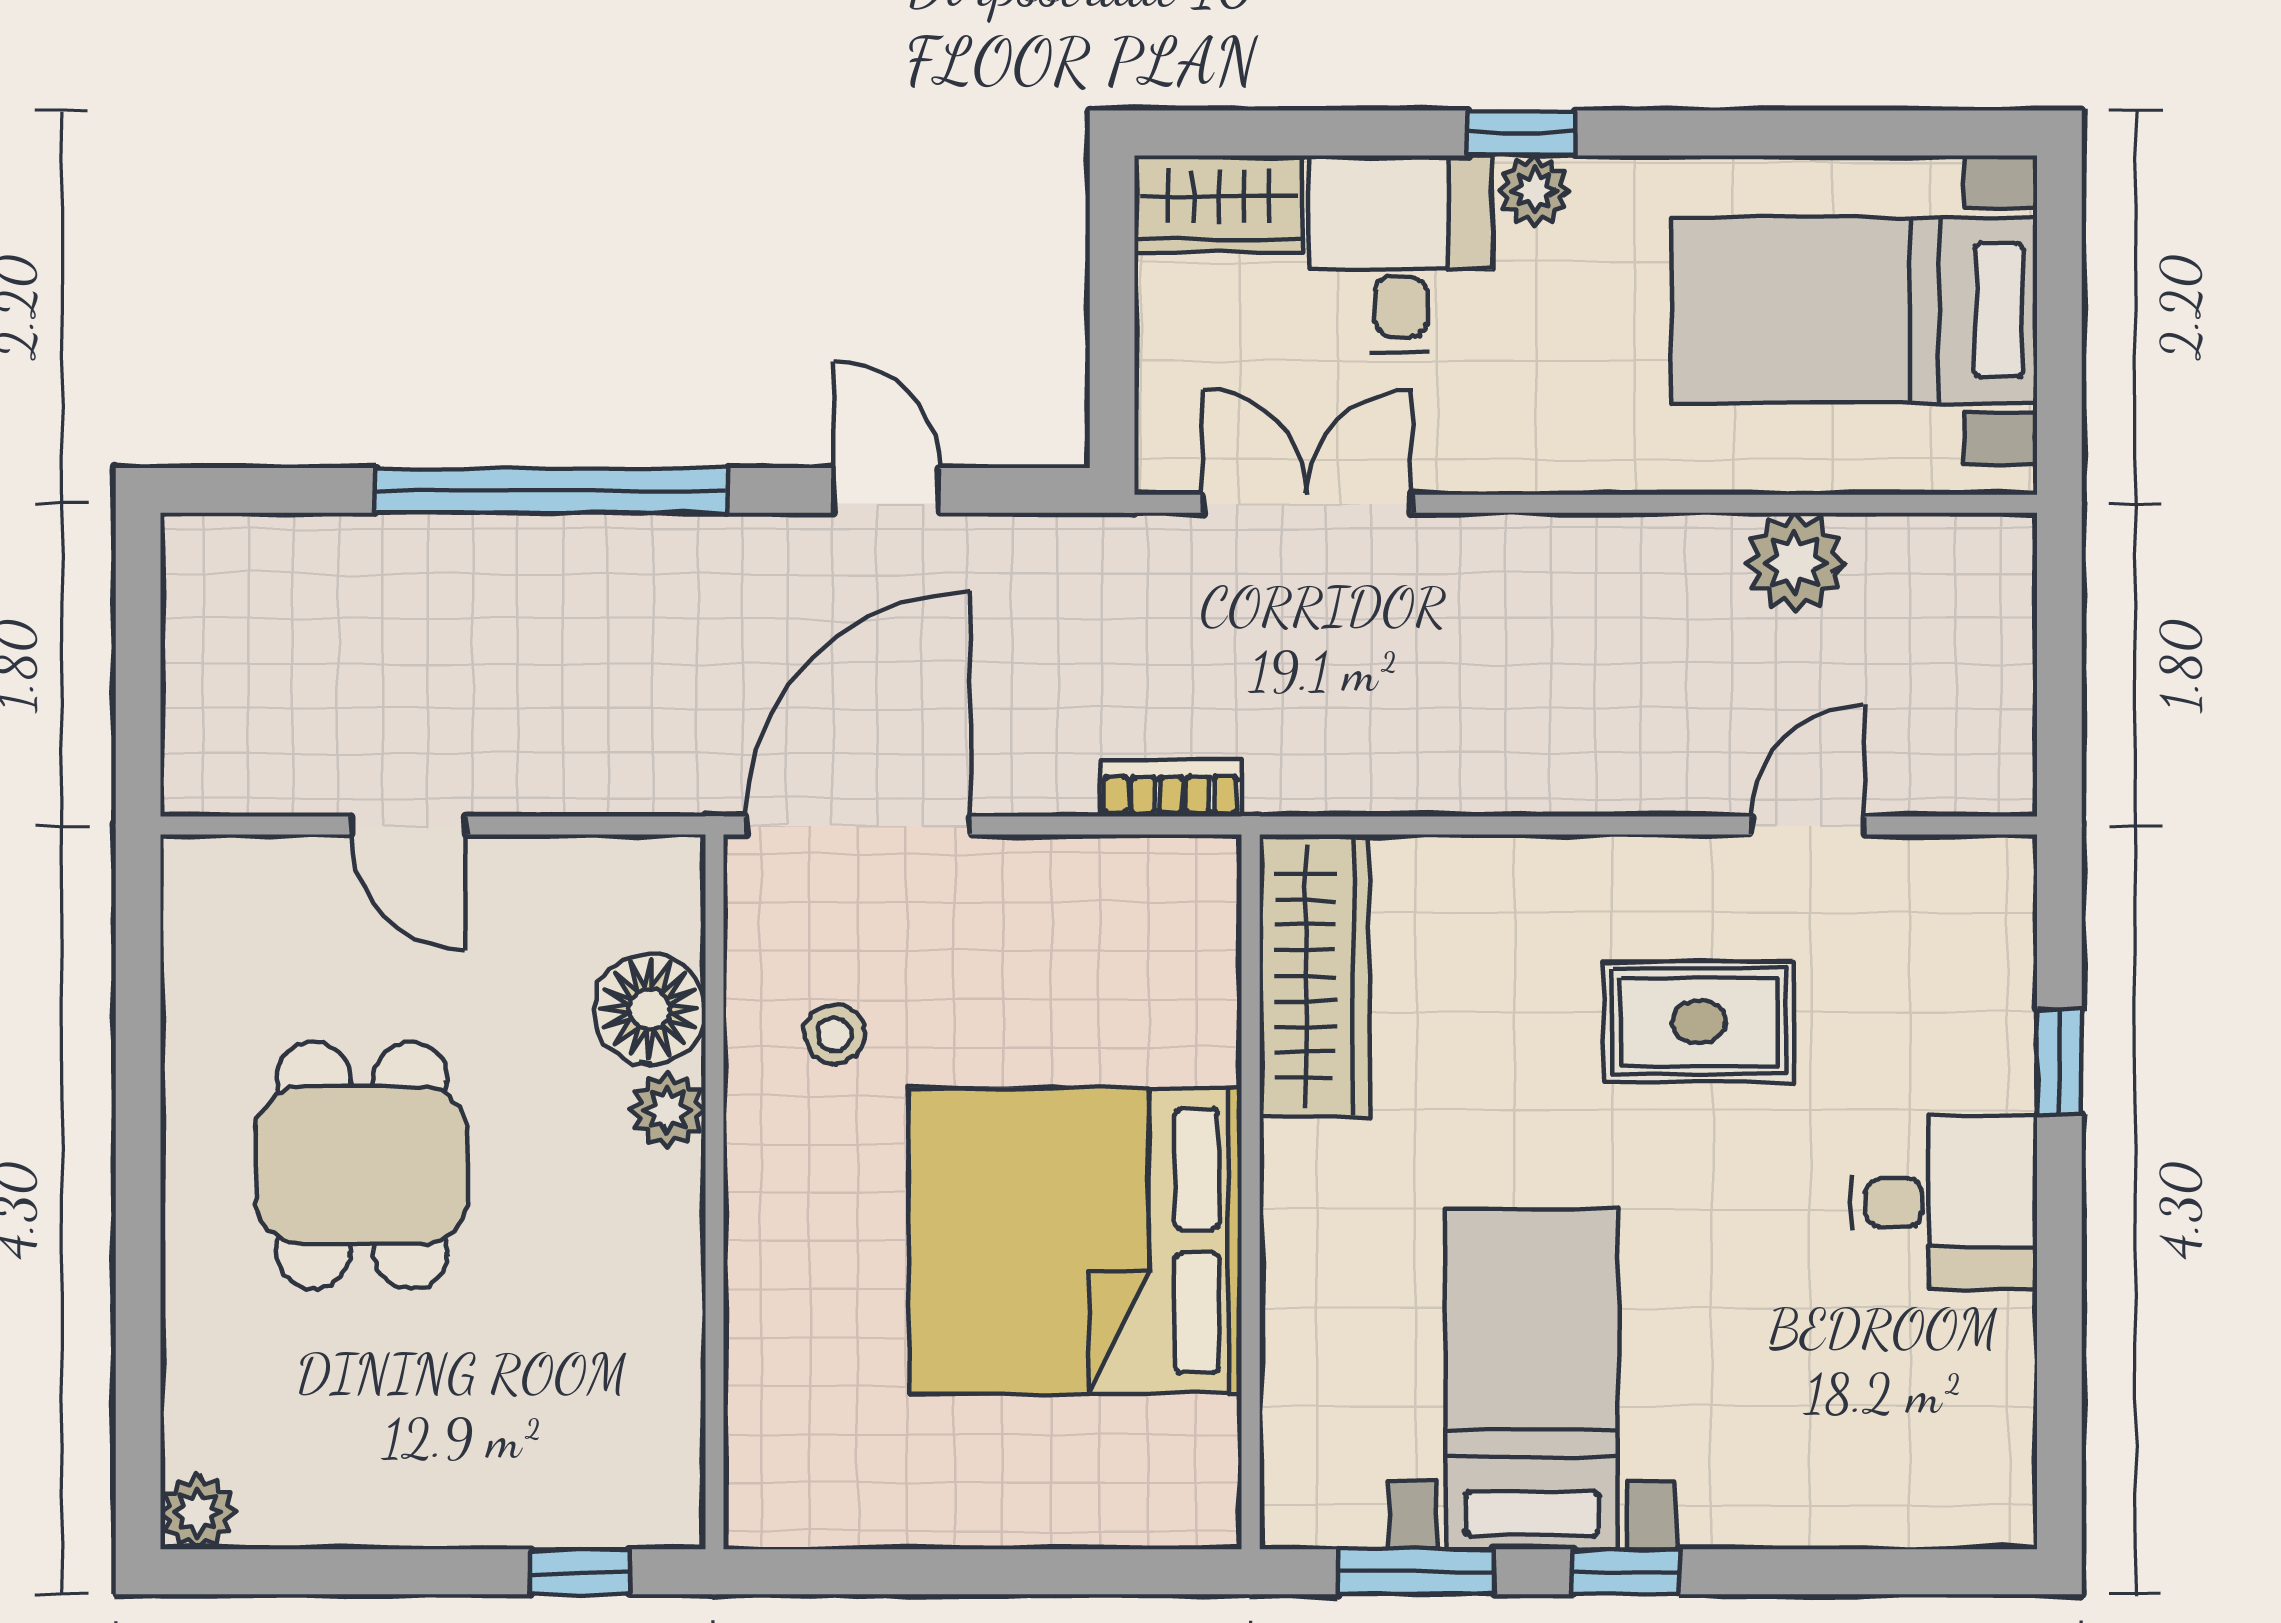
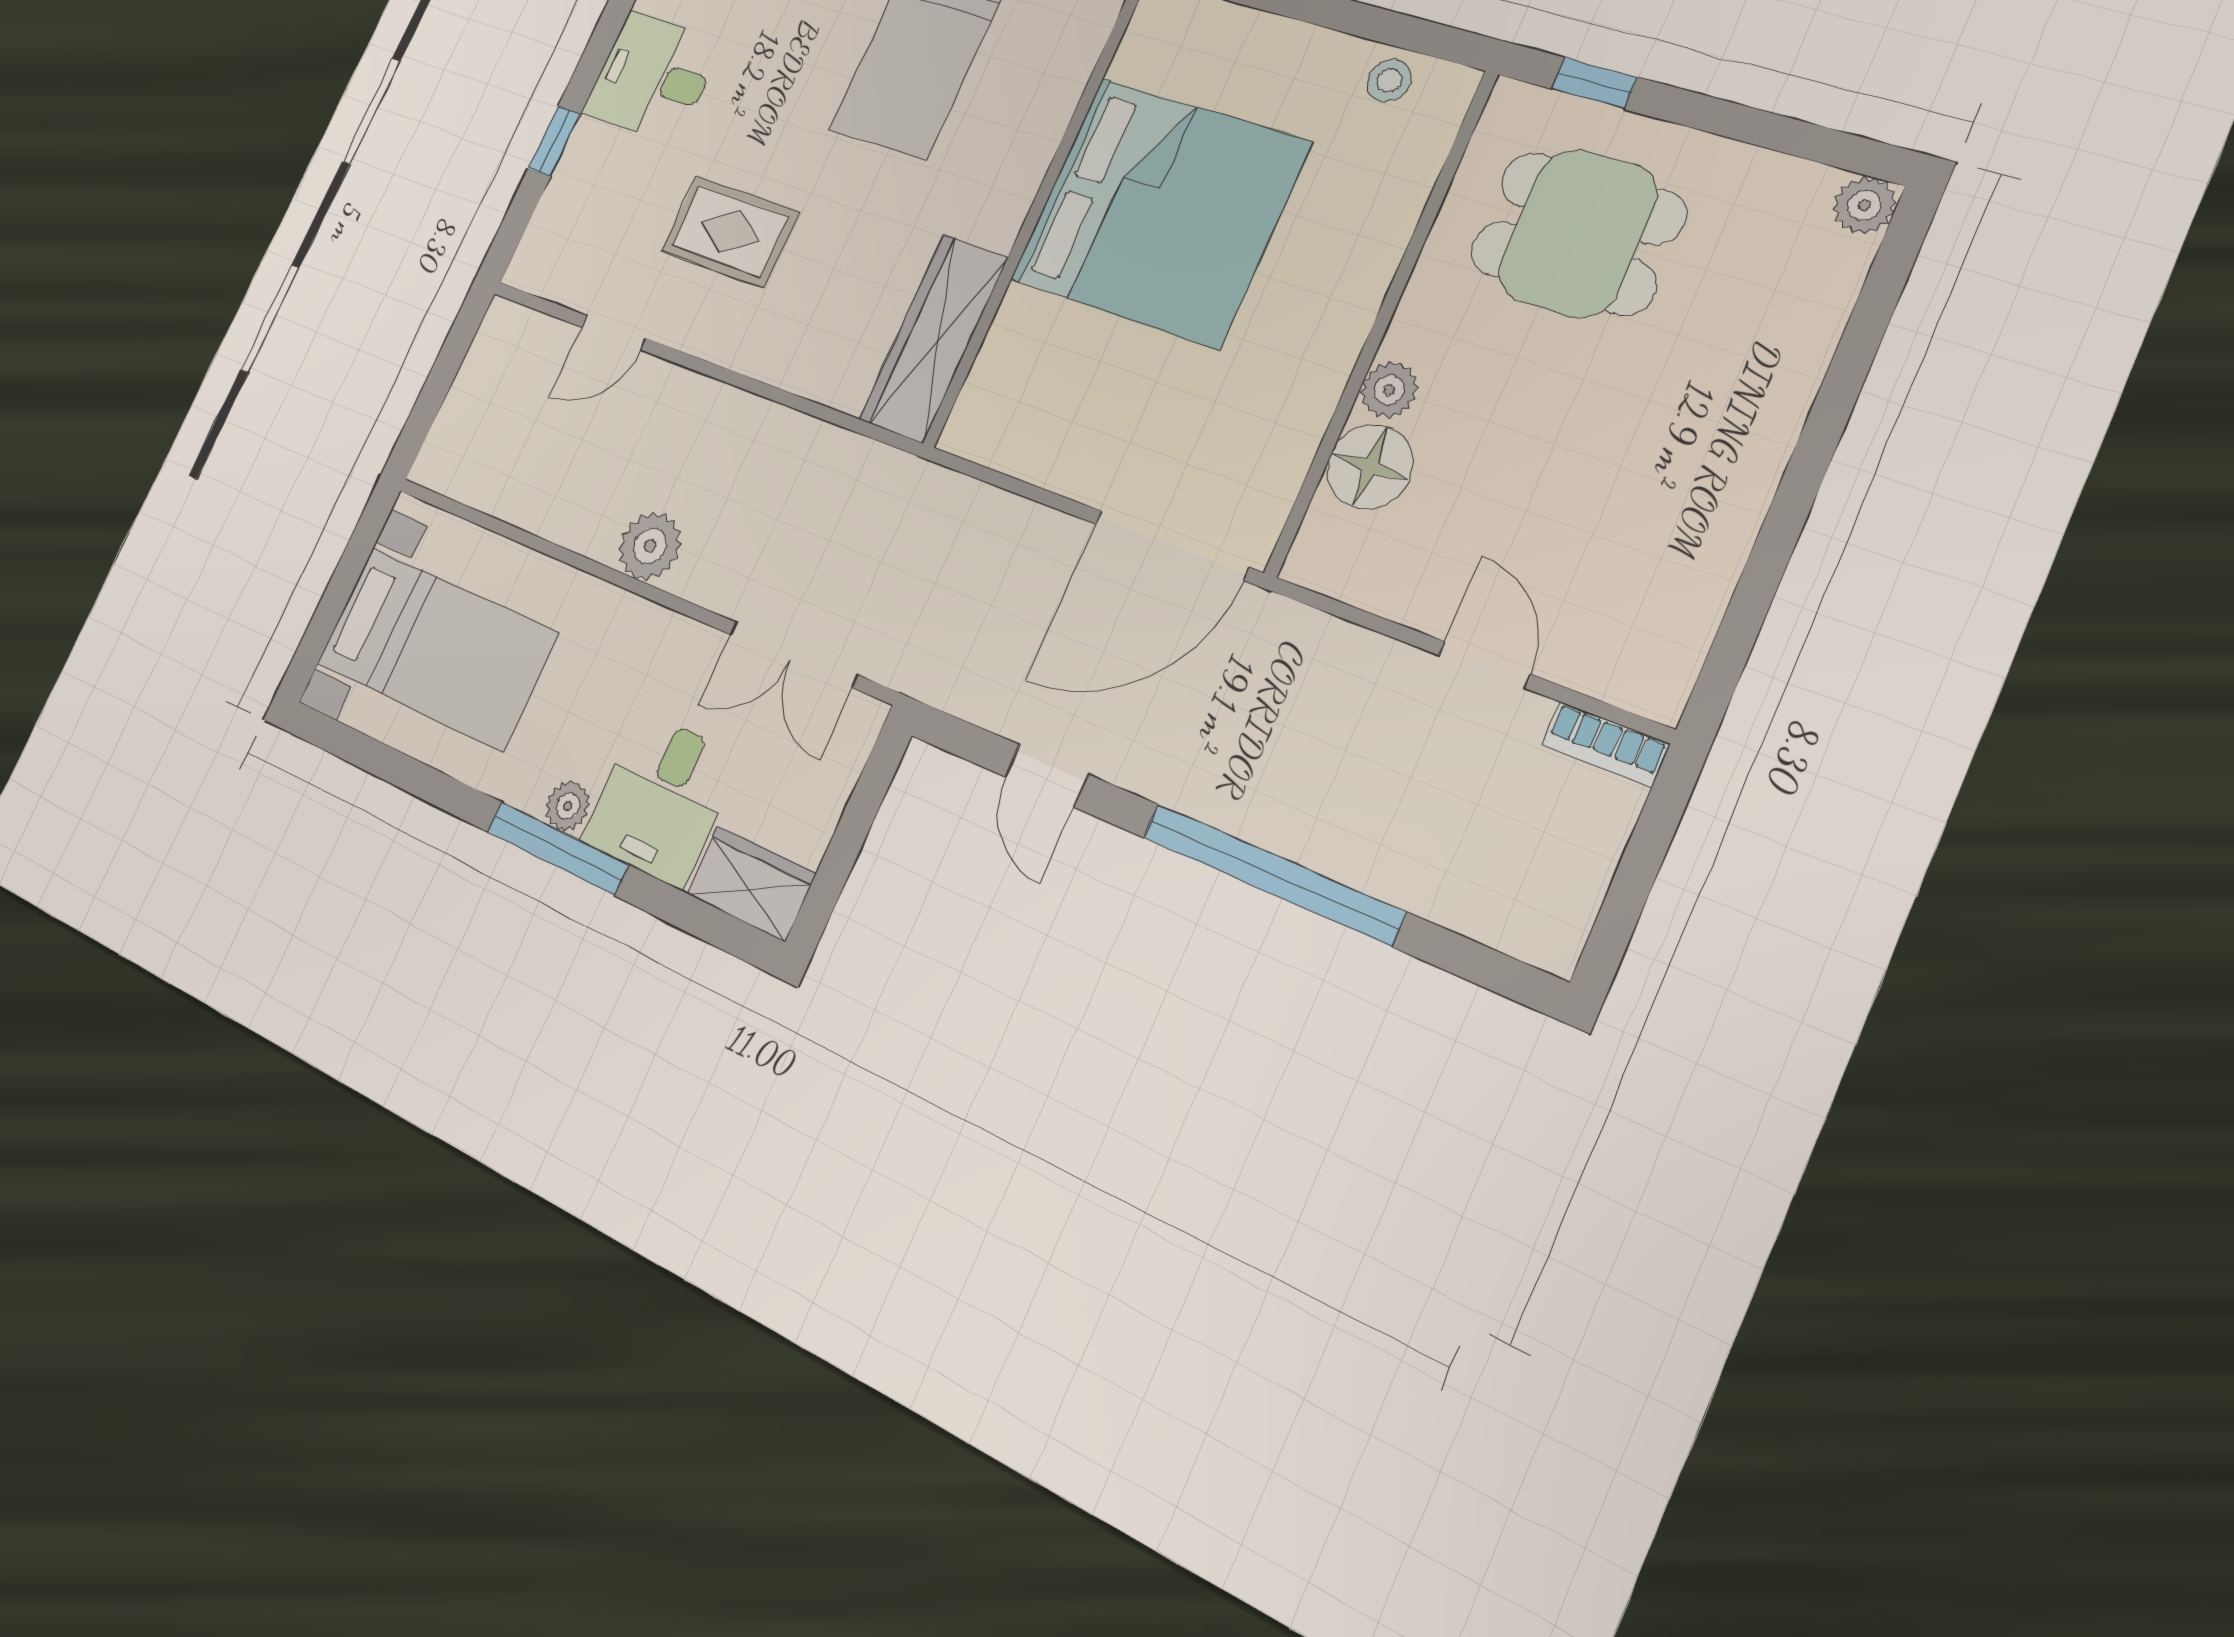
window: (1521, 133) -> (557, 848), width x2.17
plant: (1795, 563) -> (650, 546), moved
bookcase: (1171, 788) -> (1606, 744), moved
stool: (835, 1034) -> (1389, 81), moved
dining table: (362, 1165) -> (1578, 233), moved, turned 90

